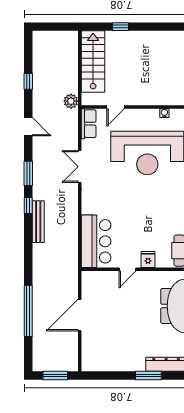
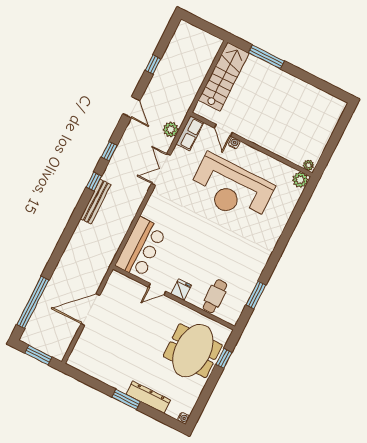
window: (120, 27) -> (266, 57), width x2.17
plant: (71, 101) -> (171, 129), moved
door: (116, 107) -> (223, 130), hinge flipped
water cooler: (164, 113) -> (234, 143), moved
window: (28, 173) -> (109, 151), width x0.67
window: (28, 311) -> (33, 302), moved

